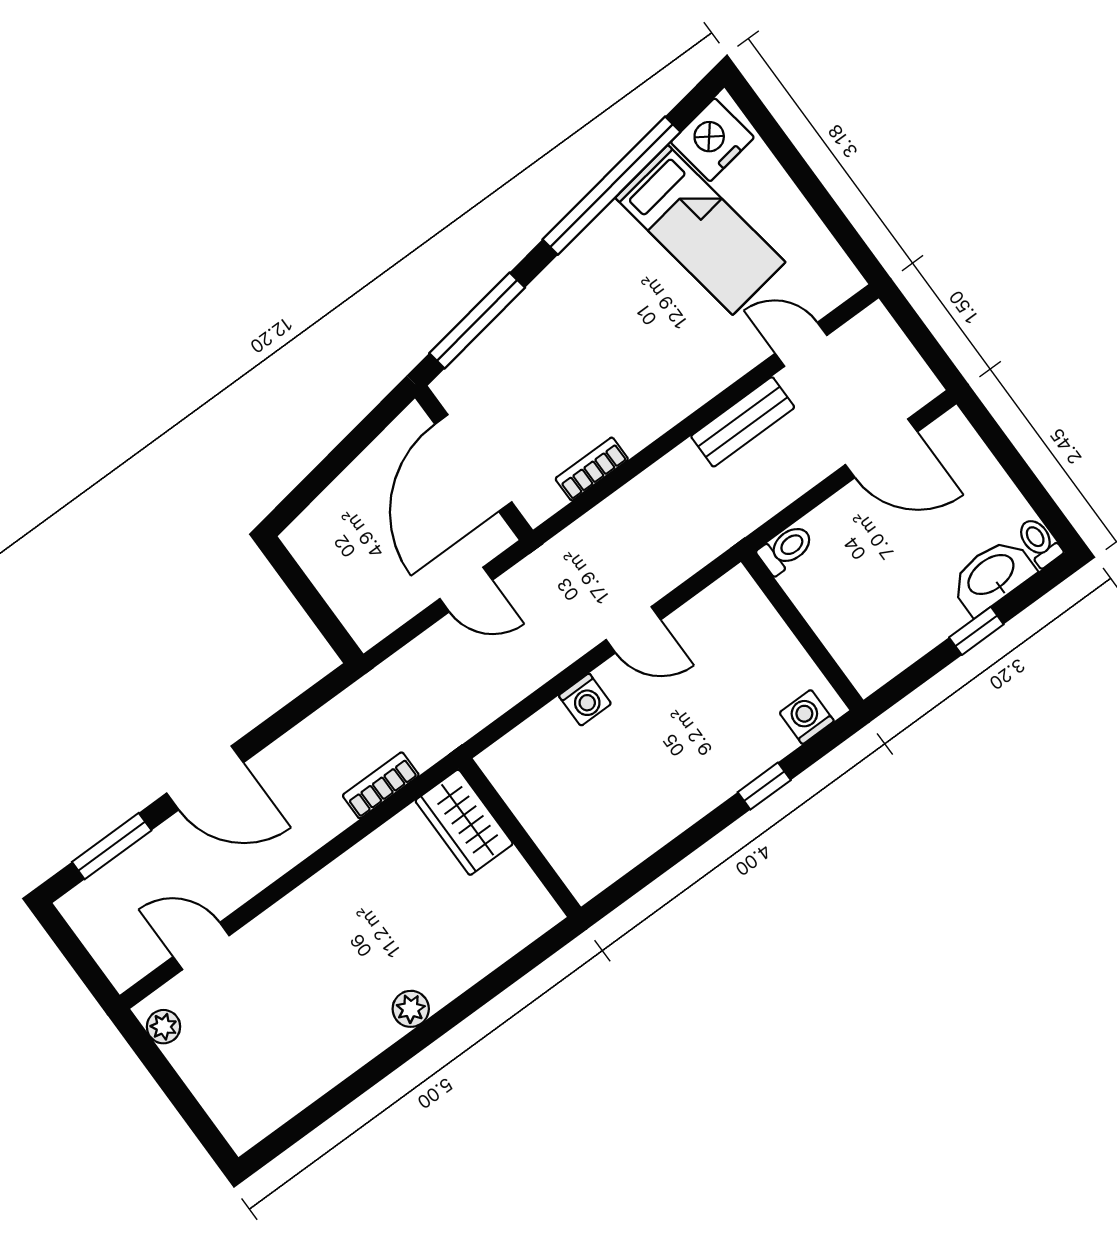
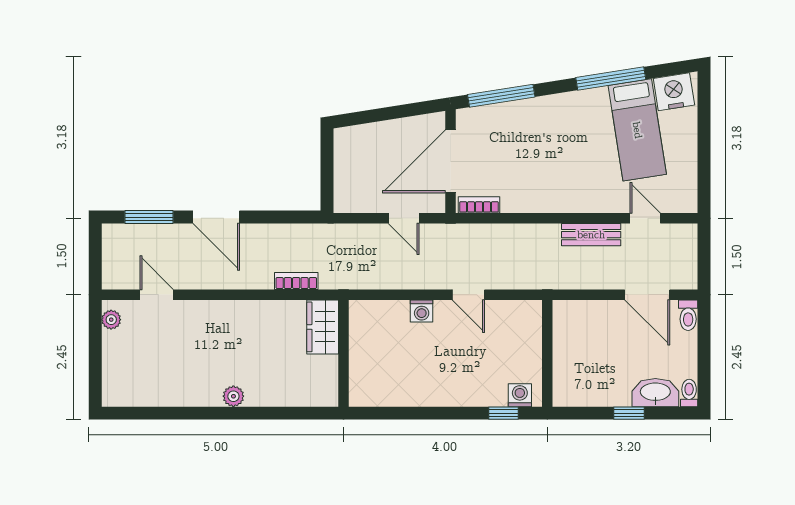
window: (611, 186) -> (611, 79), width x0.68
bookcase: (592, 469) -> (479, 205), moved
toilet: (786, 549) -> (688, 315), moved, turned 90
window: (764, 786) -> (504, 413), moved

